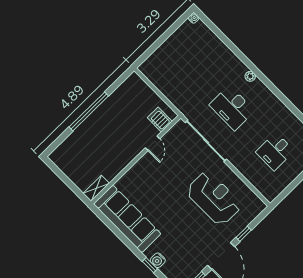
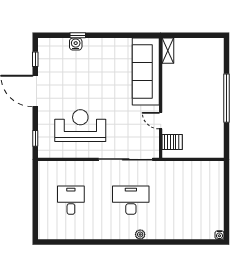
reception desk: (214, 198) -> (80, 126), turned 180
sofa: (127, 219) -> (146, 72), moved, turned 90
window: (244, 234) -> (35, 138), moved

